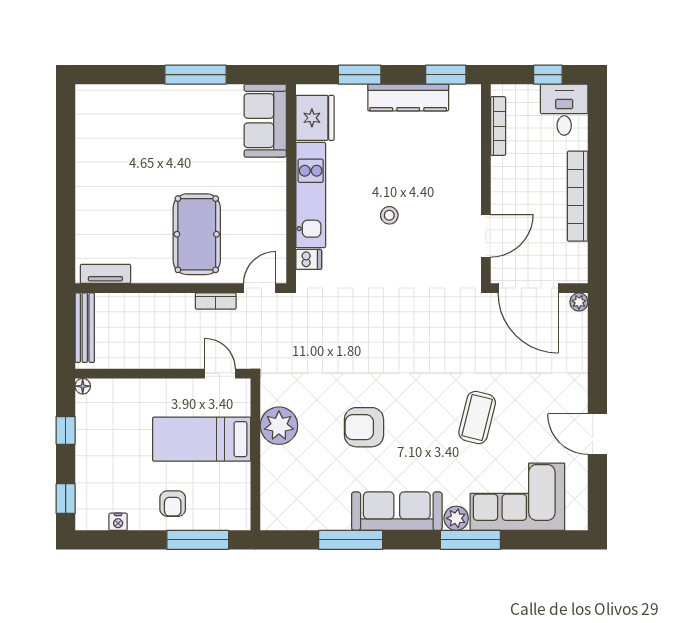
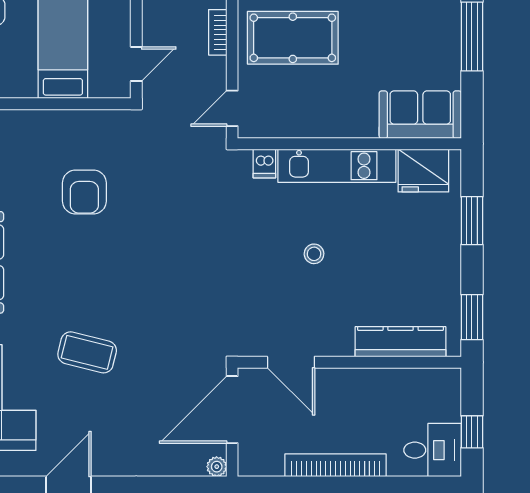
kitchen counter: (408, 97) -> (401, 342), moved, turned 90
bookcase: (498, 126) -> (414, 376), removed
door: (260, 288) -> (232, 108), swing flipped
bookcase: (216, 301) -> (218, 32), moved
plant: (279, 426) -> (78, 130), removed
armchair: (364, 427) -> (84, 192), moved, turned 180

